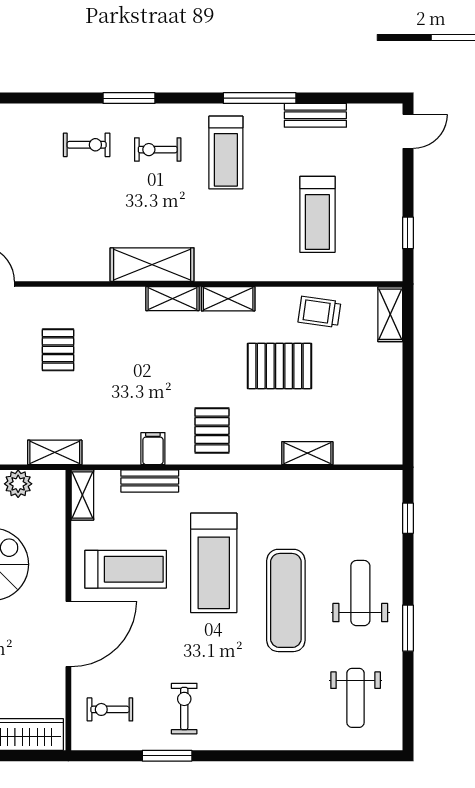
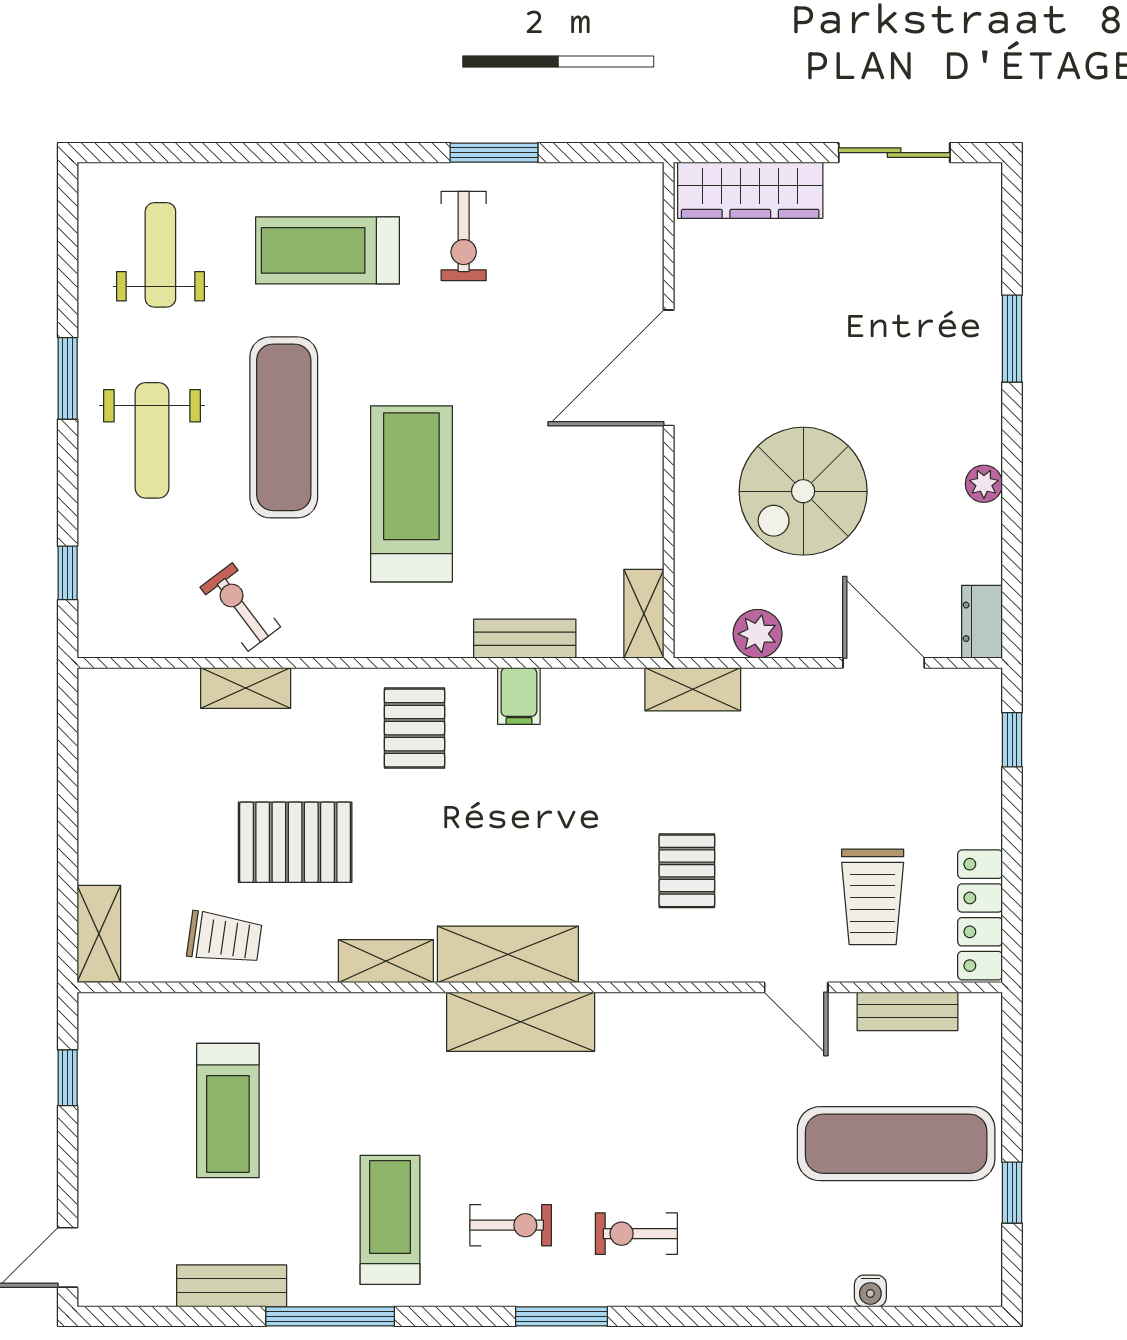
treadmill: (317, 214) -> (228, 1111), turned 180
shelving: (173, 299) -> (508, 954), width x1.50, depth x1.33
treadmill: (126, 569) -> (328, 250), moved
exercise bike: (110, 709) -> (240, 607), moved, turned -127

